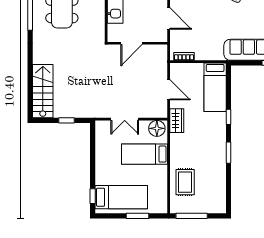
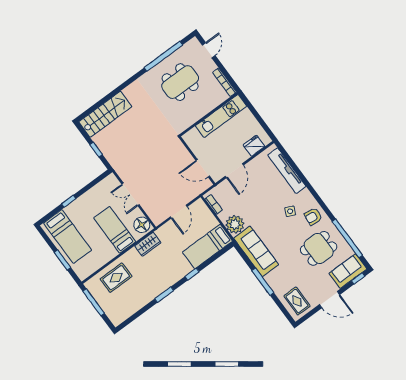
door: (132, 43) -> (203, 168), moved
plant: (213, 51) -> (235, 224), added
wardrobe: (177, 121) -> (148, 244), moved
window: (93, 196) -> (69, 201), moved

